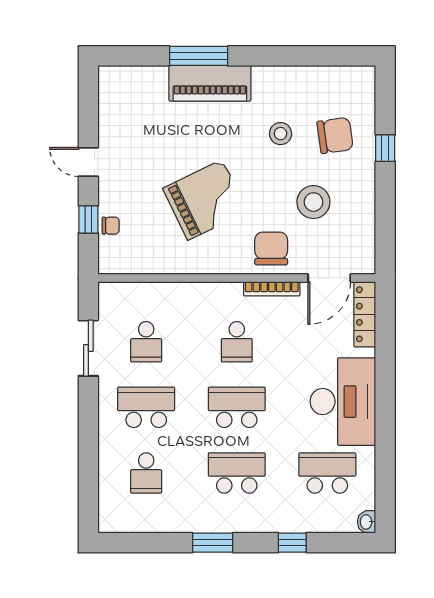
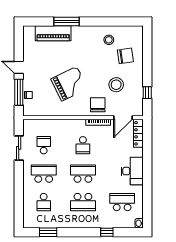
piano: (210, 83) -> (53, 33), moved
stool: (281, 134) -> (109, 40), moved
window: (385, 148) -> (147, 93), moved
window: (88, 219) -> (19, 92), width x2.17
school desk: (146, 342) -> (44, 145), turned 180
desk: (343, 402) -> (132, 171), width x0.73, depth x0.77
school desk: (237, 473) -> (83, 202), turned 180
window: (213, 543) -> (48, 232), moved

